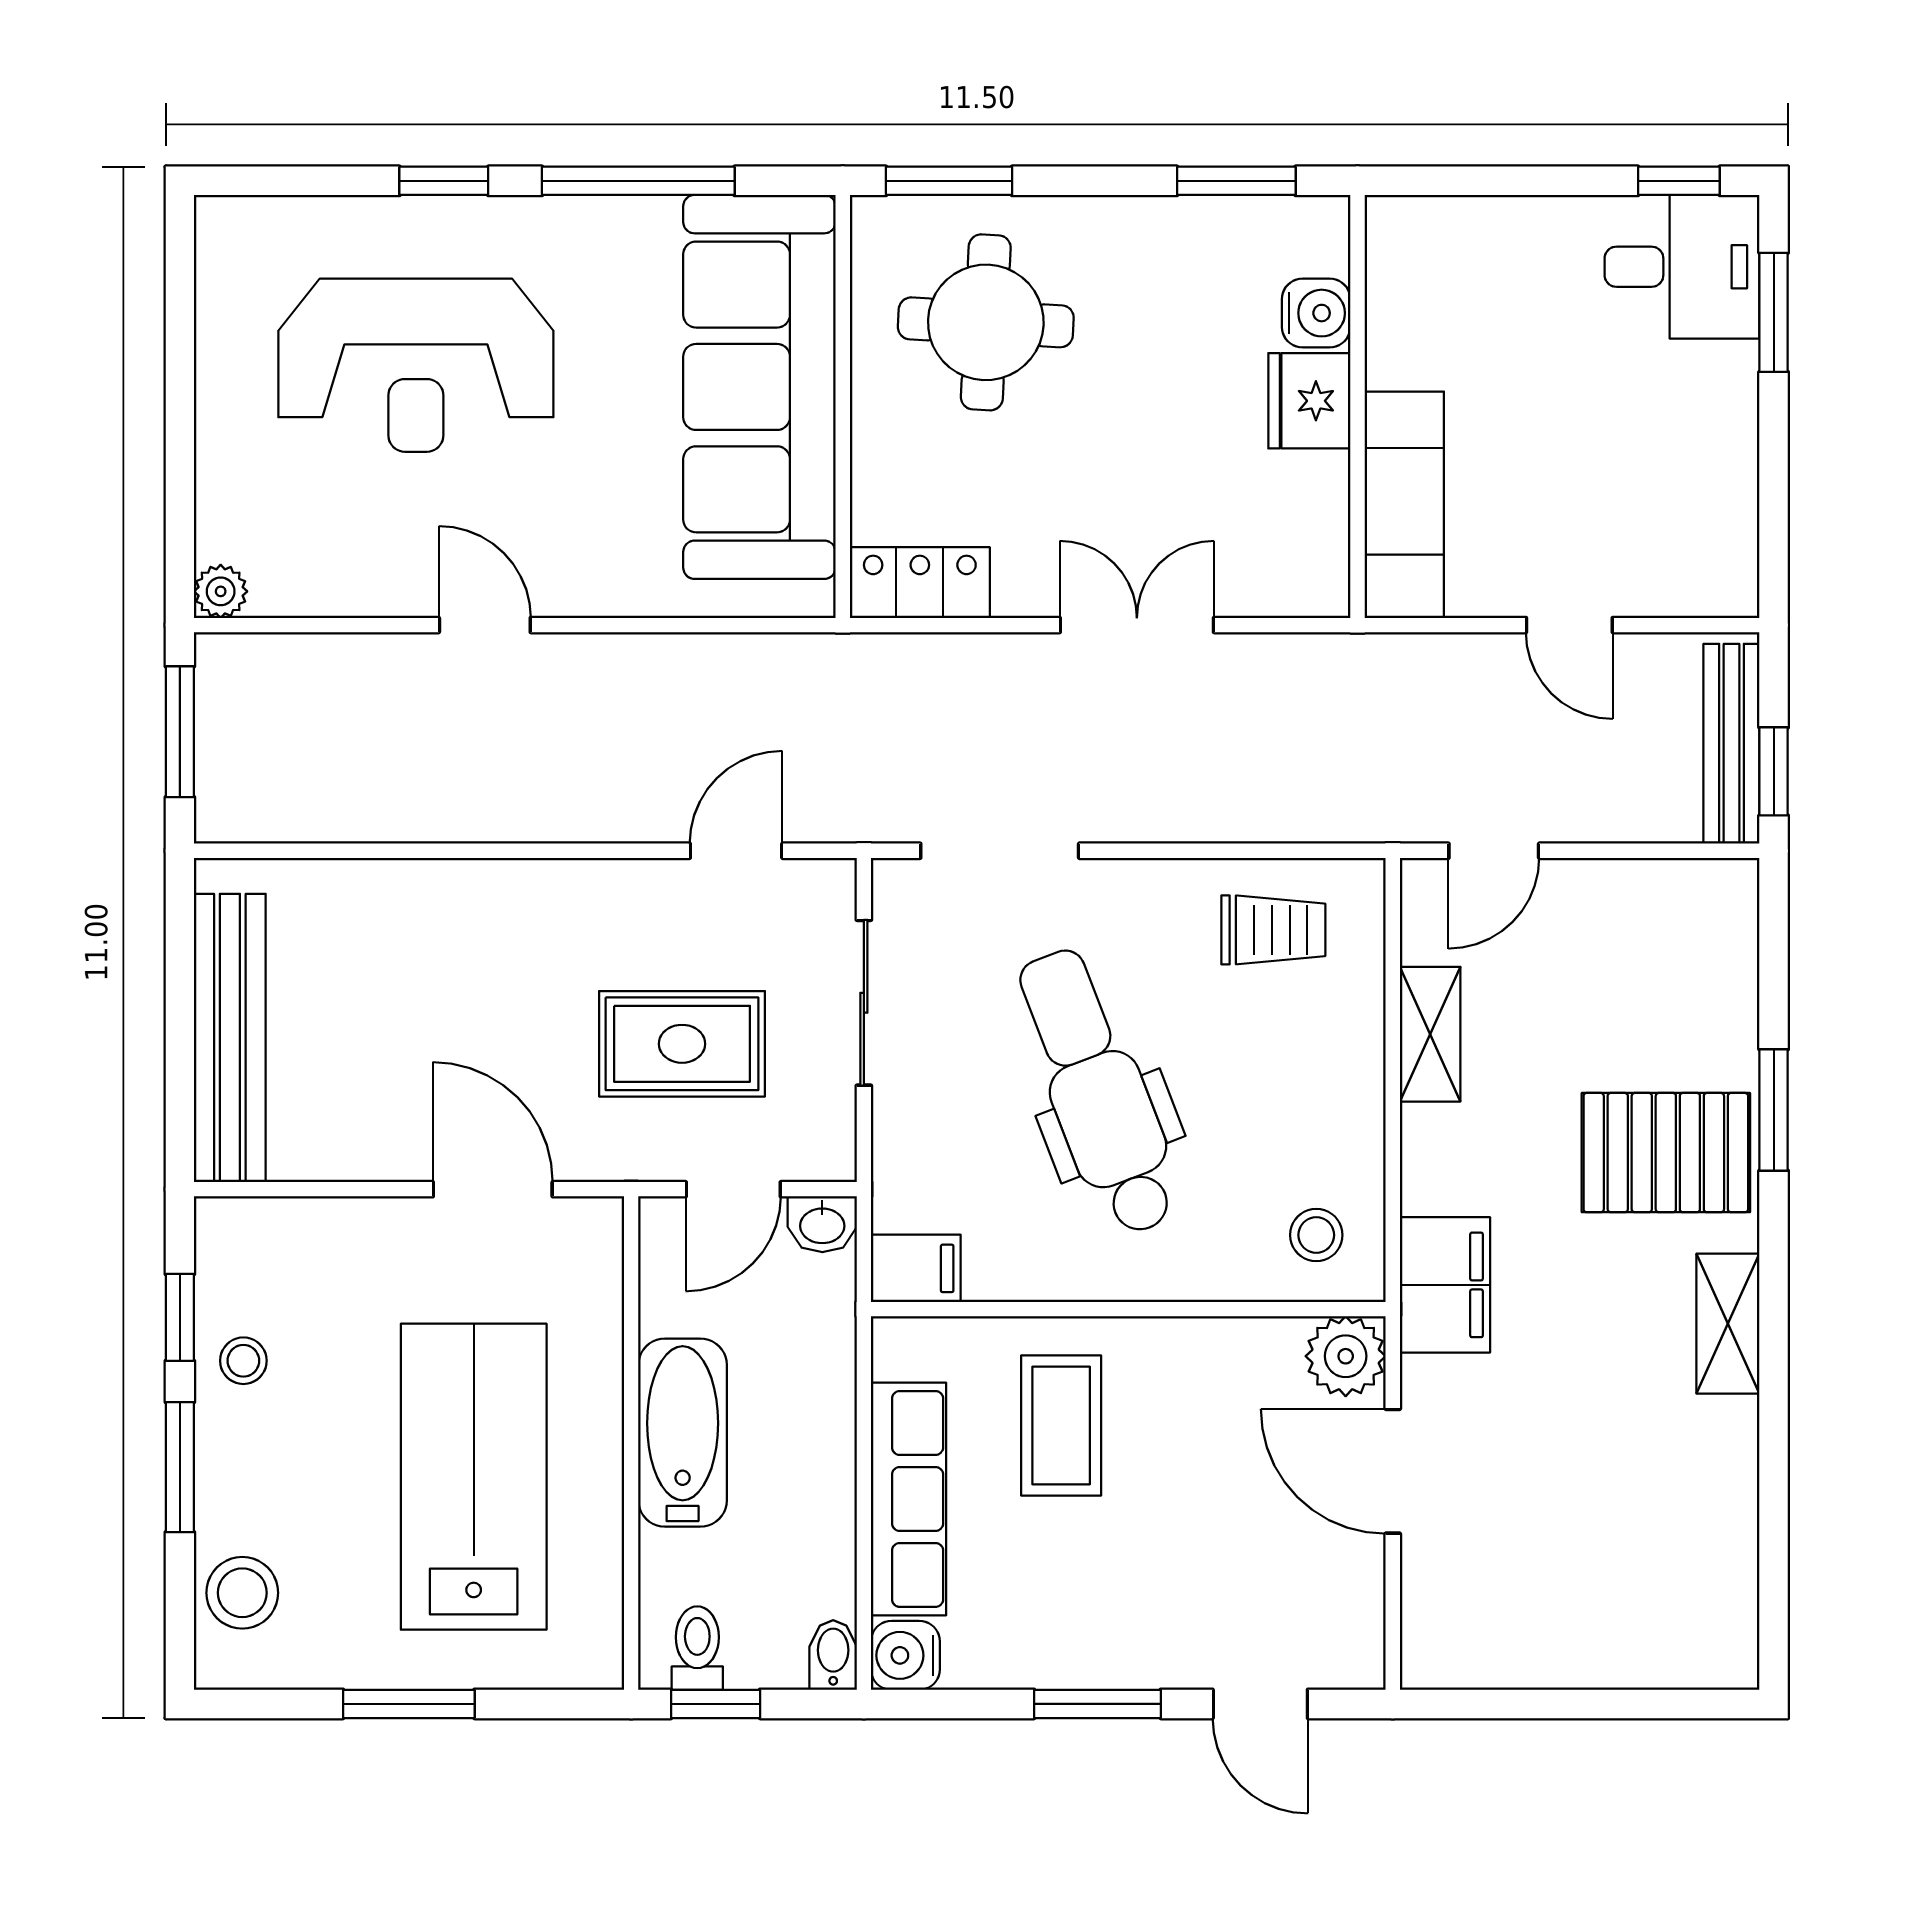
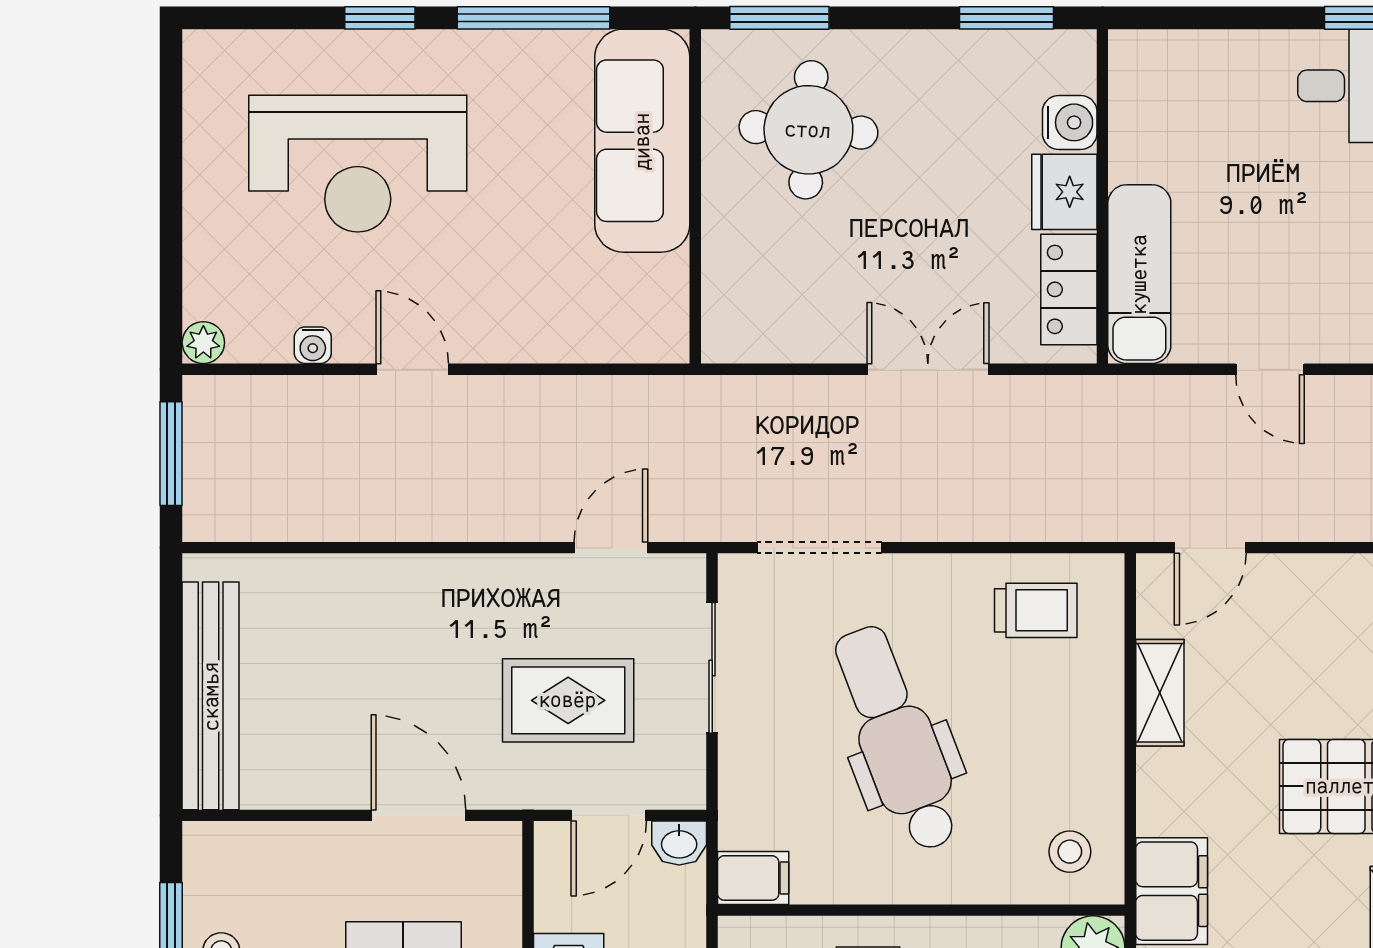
sofa: (759, 387) -> (642, 141), width x0.74, depth x0.79
locker: (920, 583) -> (1069, 289), moved, turned -90
water cooler: (359, 595) -> (313, 345), added

